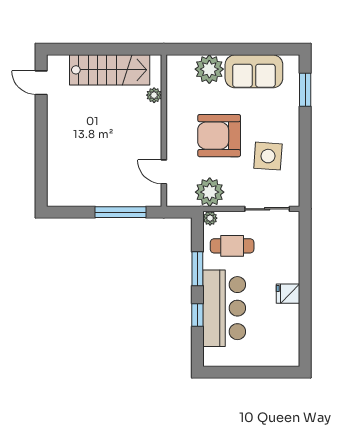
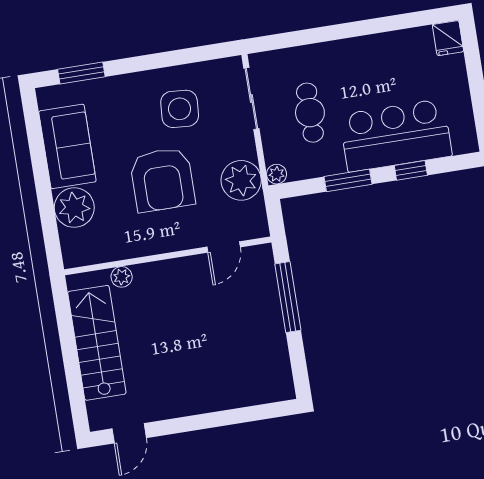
cafe table: (232, 246) -> (310, 113), moved
fridge: (288, 294) -> (448, 38), moved

